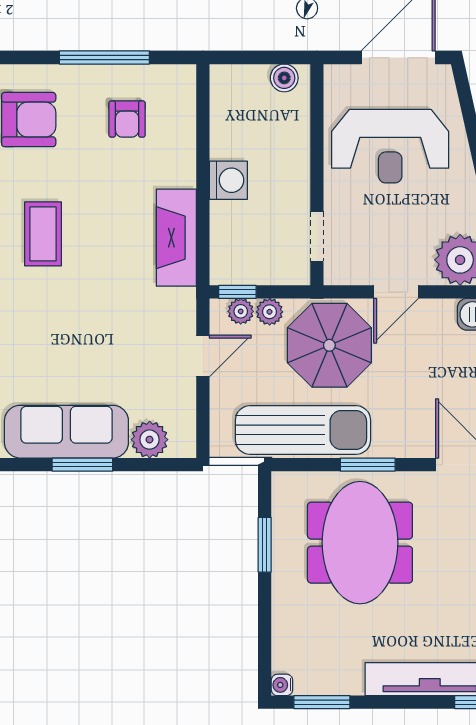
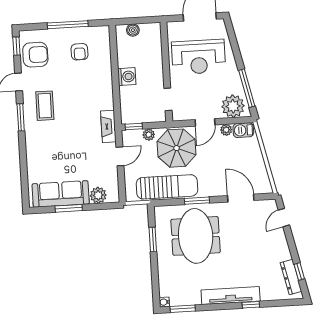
boiler: (284, 78) -> (133, 30), moved
fireplace: (176, 238) -> (108, 126), moved, width x0.73, depth x0.76
plant: (241, 311) -> (226, 130), moved

